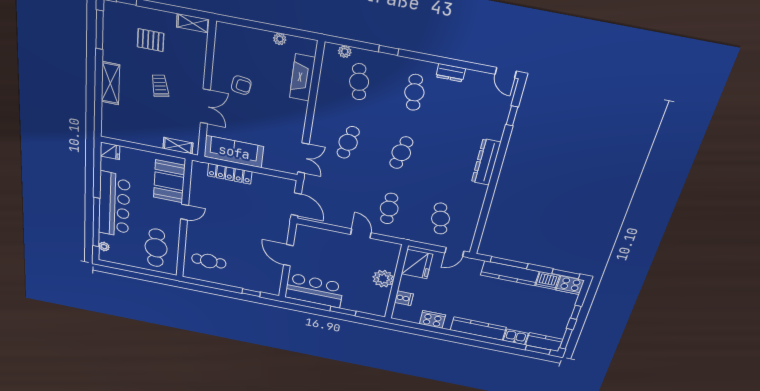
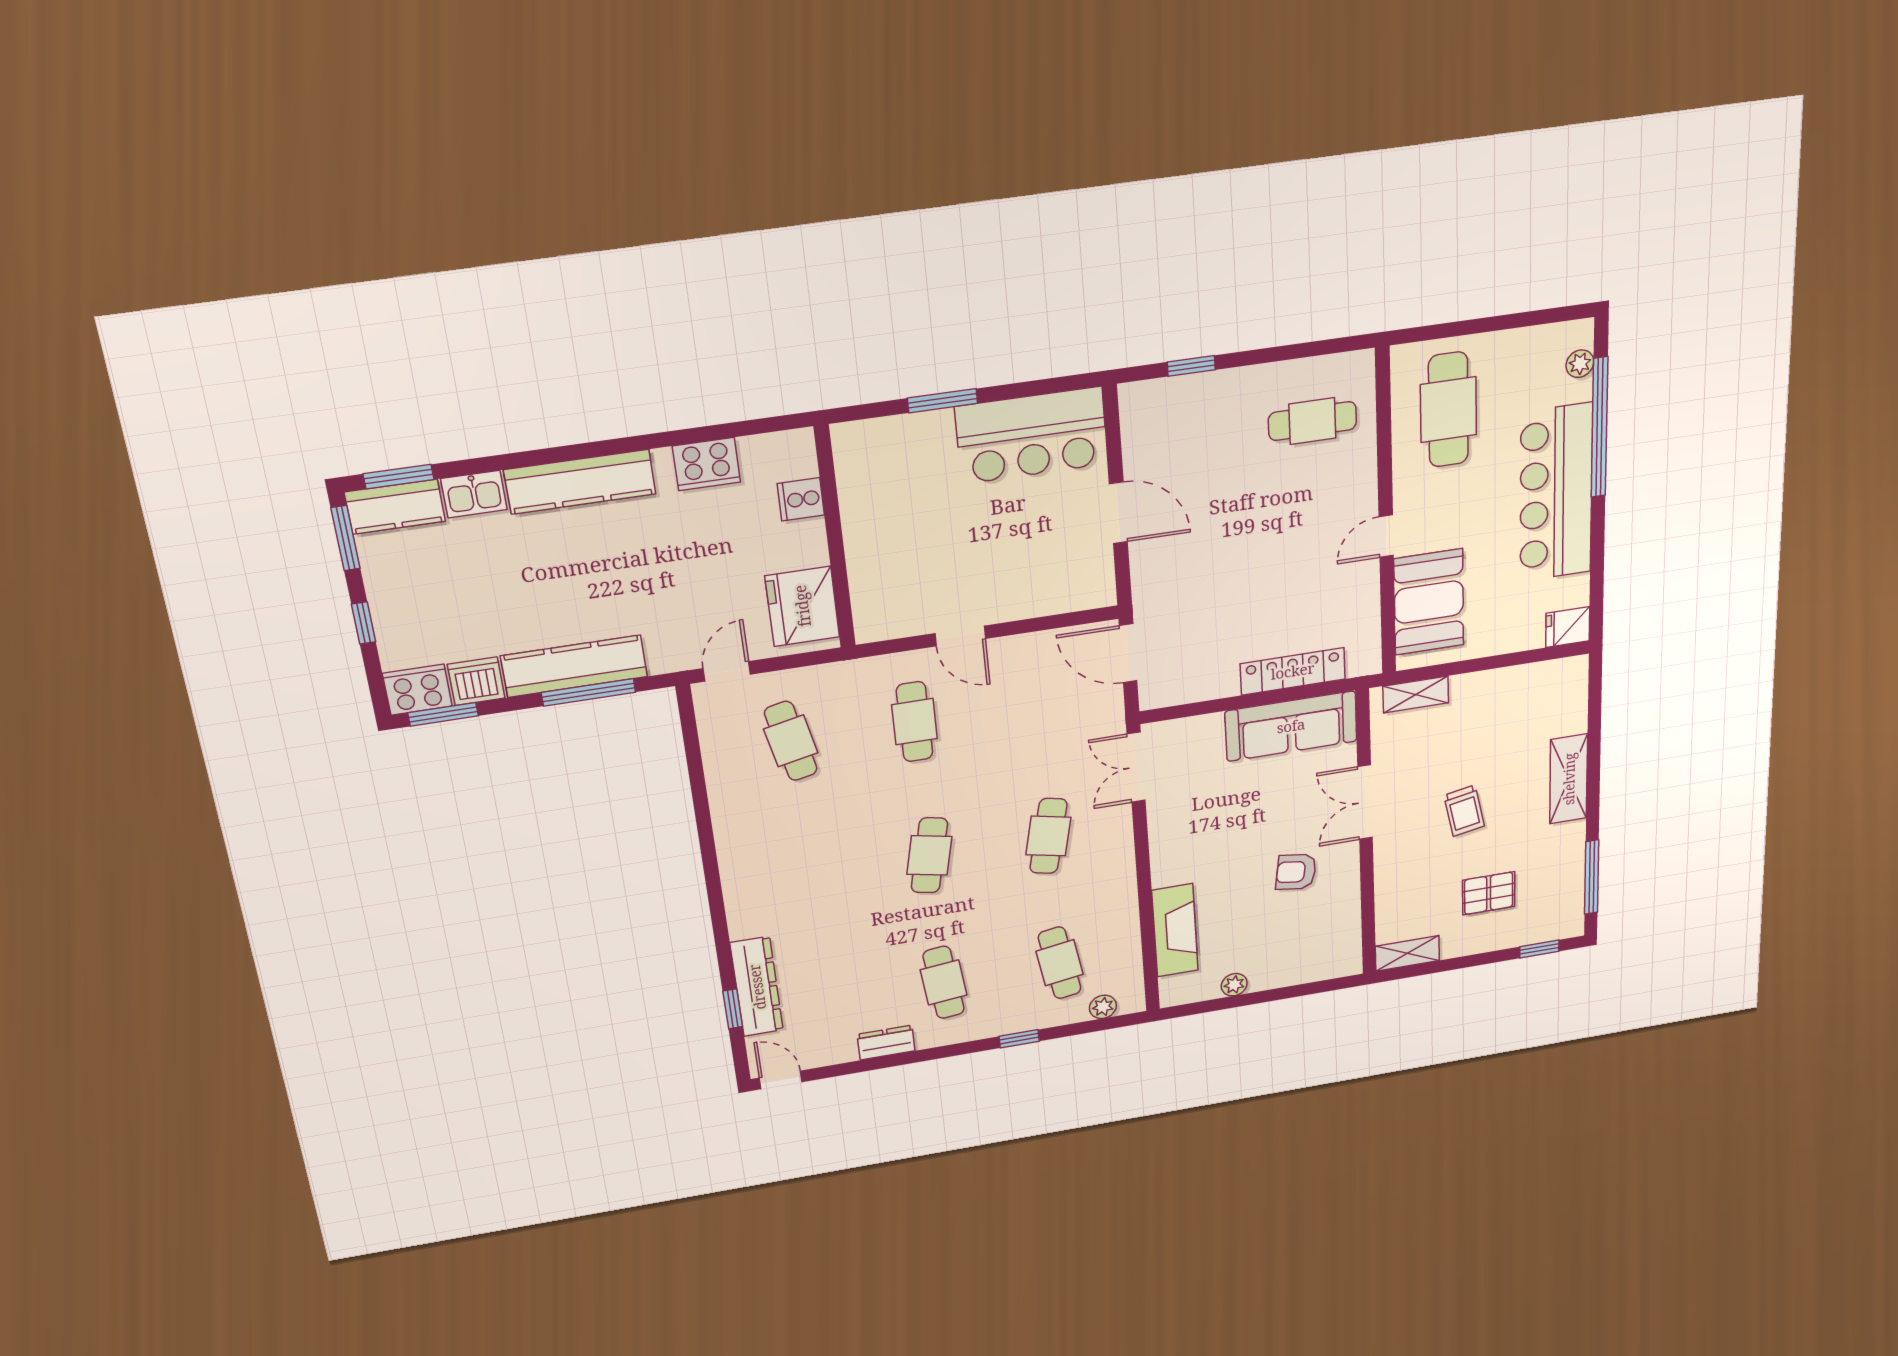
dresser: (486, 162) -> (757, 987), moved
plant: (383, 279) -> (870, 535), removed

